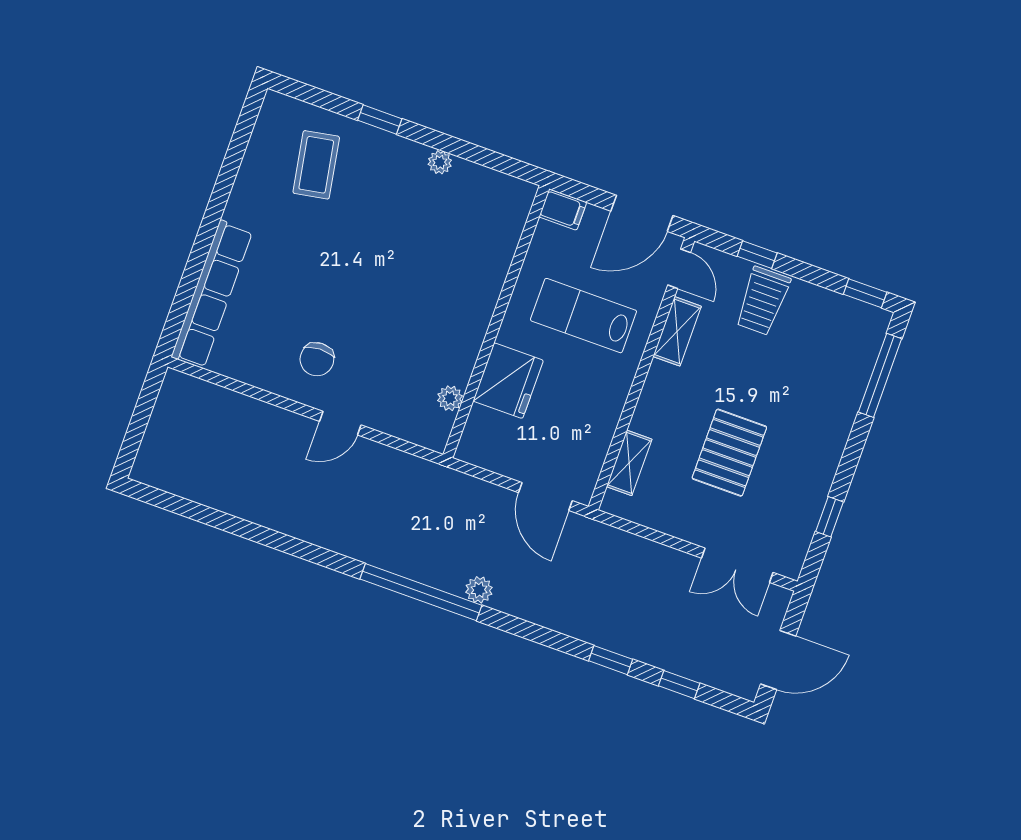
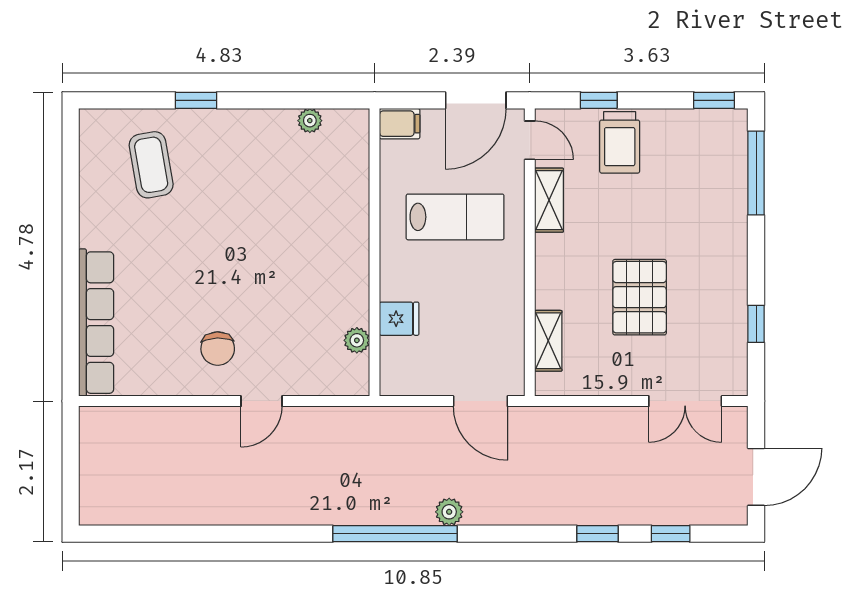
plant: (440, 162) -> (310, 121), moved
lab bench: (583, 316) -> (455, 217), turned 180
fridge: (508, 381) -> (399, 319), width x0.53, depth x0.75

